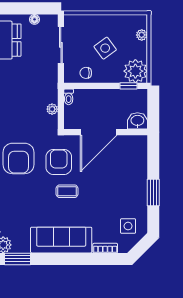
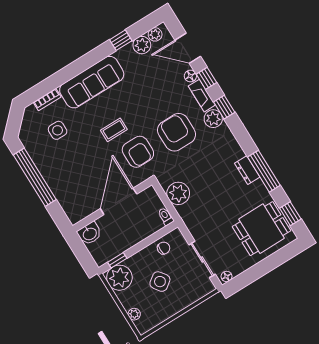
floor lamp: (34, 19) -> (227, 276), moved
plant: (52, 109) -> (178, 193), width x1.87, depth x1.87
window: (153, 193) -> (35, 177), width x2.11
side table: (128, 226) -> (58, 130), moved
window: (17, 259) -> (121, 40), width x0.67

